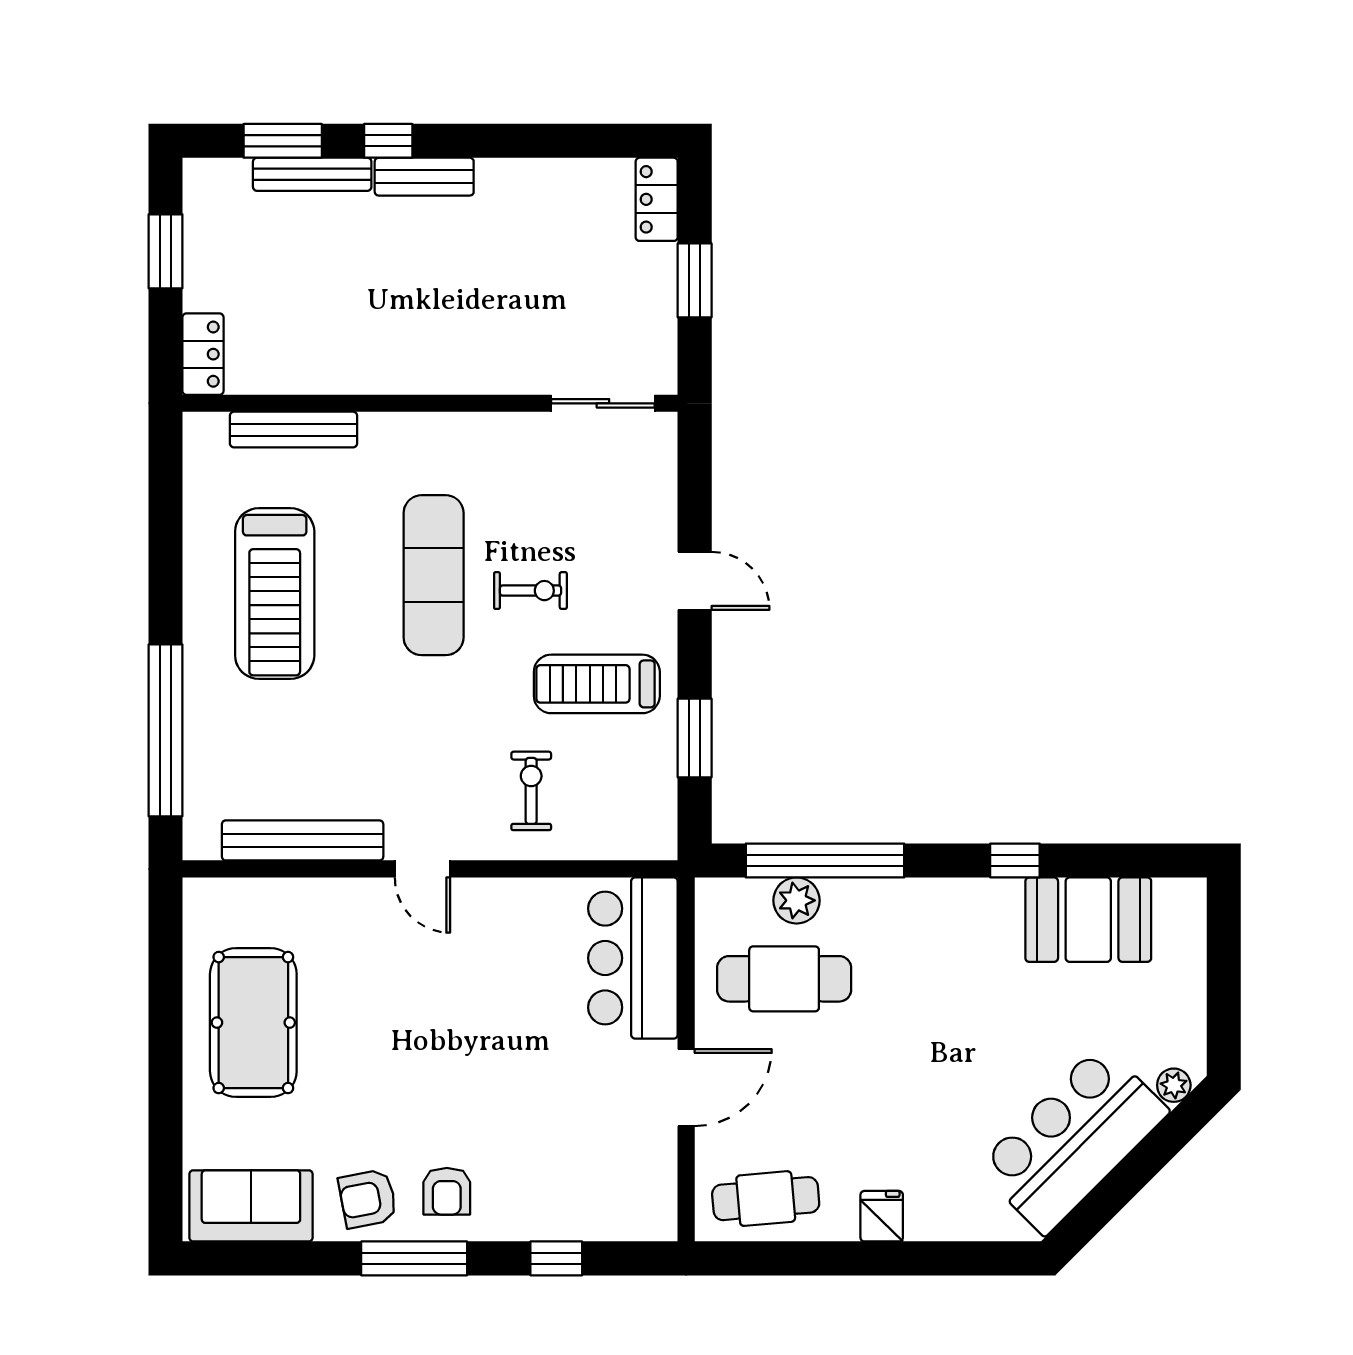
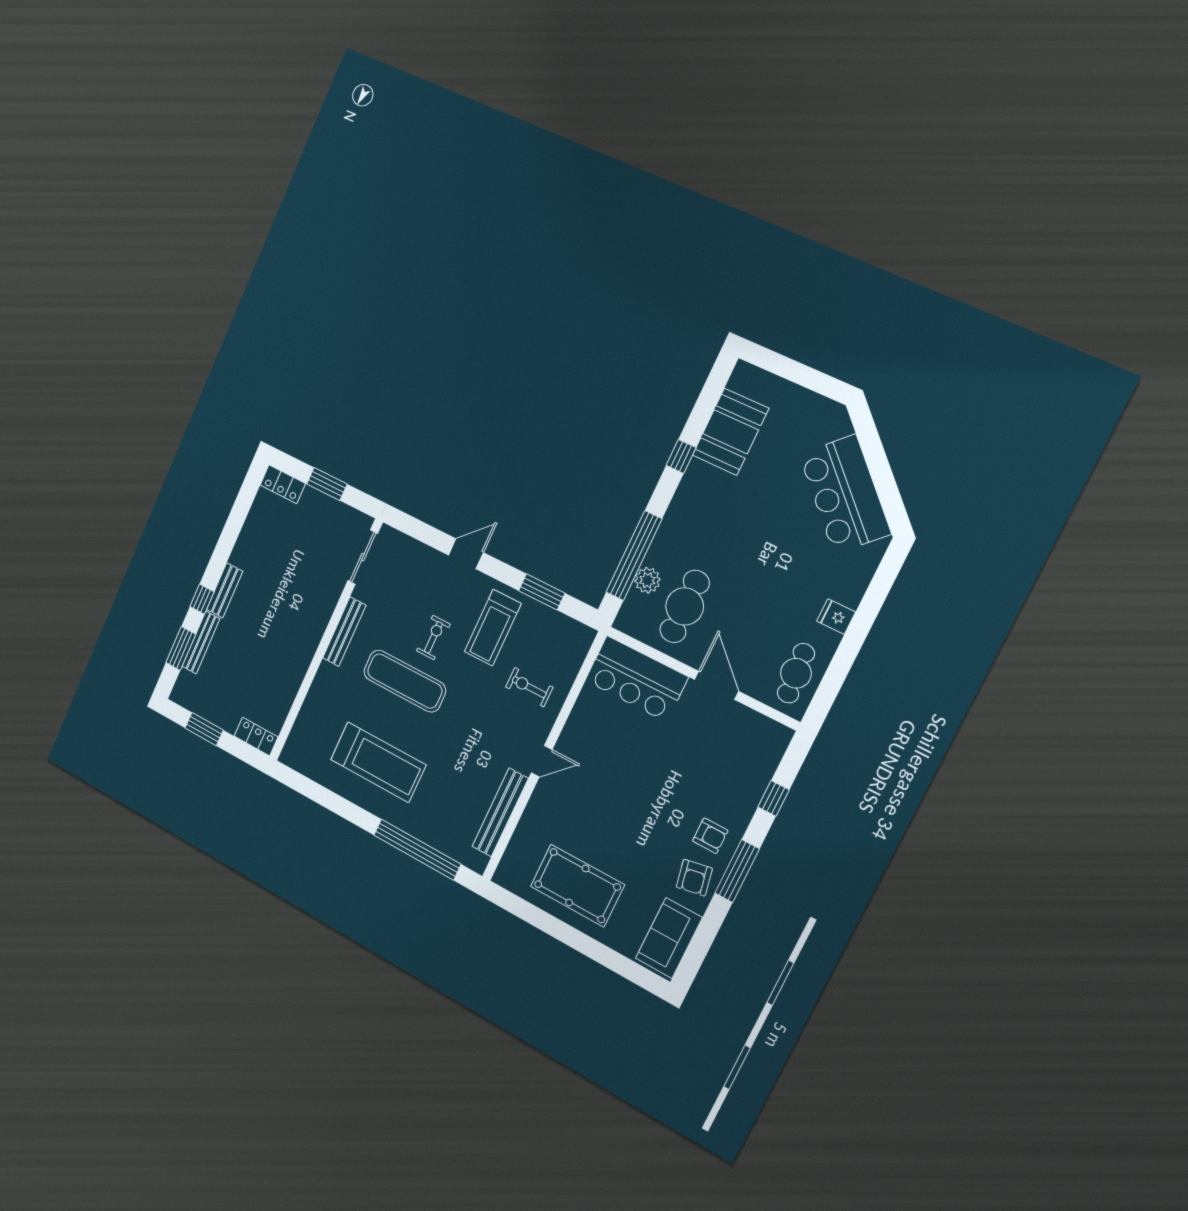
bench: (293, 430) -> (344, 632), moved
plant: (1174, 1085) -> (842, 426), removed

